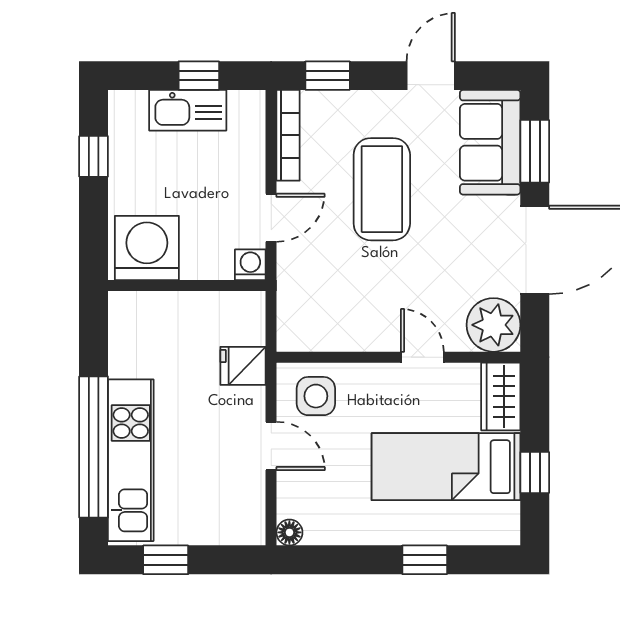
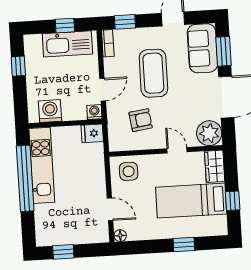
kitchen sink: (188, 110) -> (67, 44), width x1.36, depth x1.24
bookcase: (288, 135) -> (108, 43), width x0.64
washing machine: (147, 248) -> (50, 111), width x0.73, depth x0.73
armchair: (348, 288) -> (141, 120), added
fridge: (243, 366) -> (92, 133), moved
door: (271, 446) -> (110, 209), moved
window: (94, 447) -> (25, 178), moved
kitchen unit: (131, 460) -> (42, 165), moved

